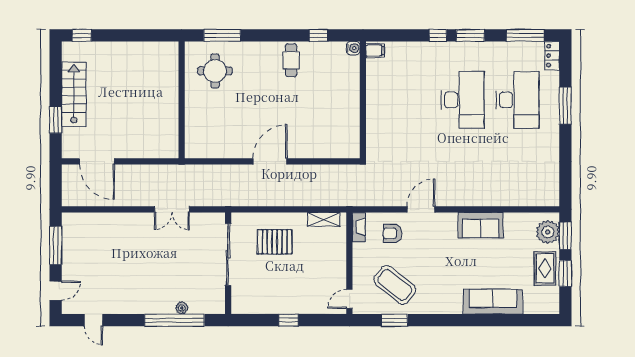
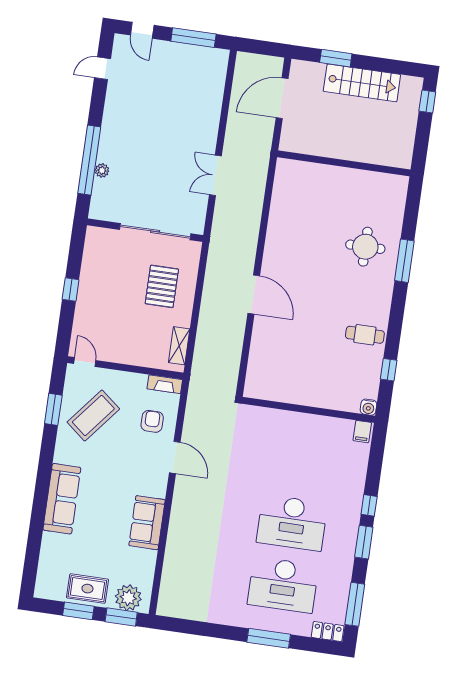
wall: (182, 100) -> (344, 163), moved
sofa: (493, 302) -> (62, 499), moved

